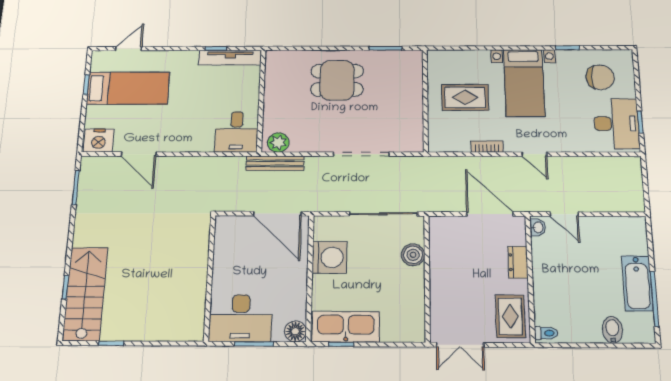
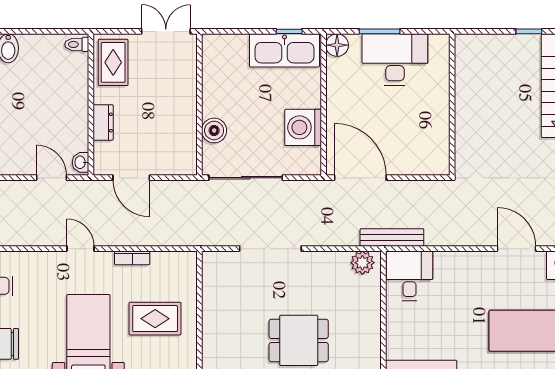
bench: (275, 163) -> (392, 237), moved
door: (490, 214) -> (131, 178), width x0.73
wall: (210, 277) -> (452, 105), moved

